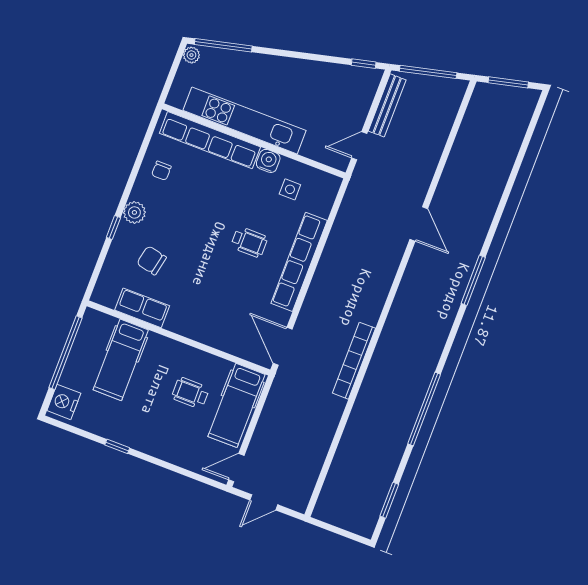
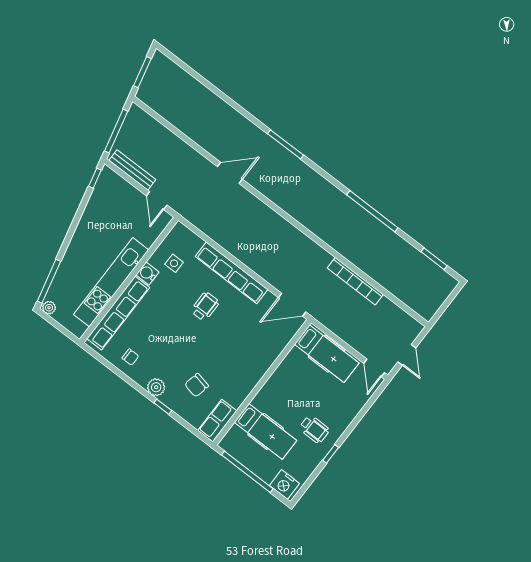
row of seats: (142, 308) -> (217, 421), moved
bookcase: (354, 361) -> (355, 281), moved
wheelchair: (190, 393) -> (314, 429), moved, turned -90

